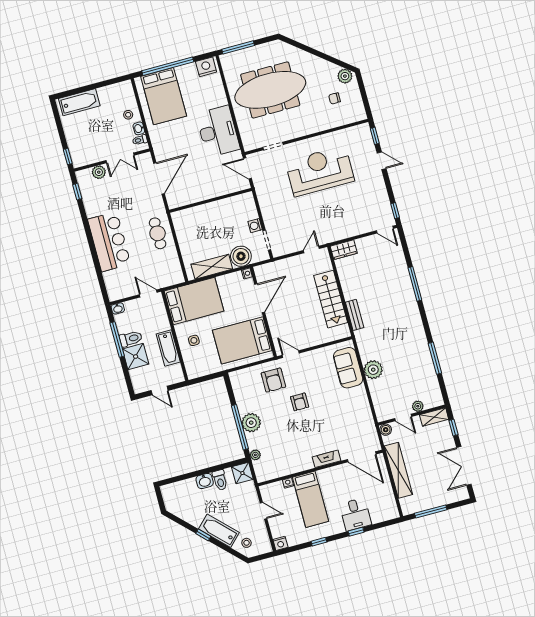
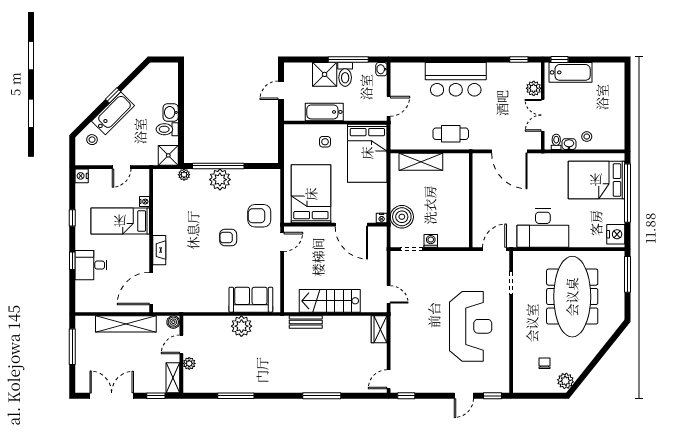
bathtub: (79, 102) -> (570, 72), moved, turned -90
shelving: (212, 267) -> (421, 162), moved, turned 90

